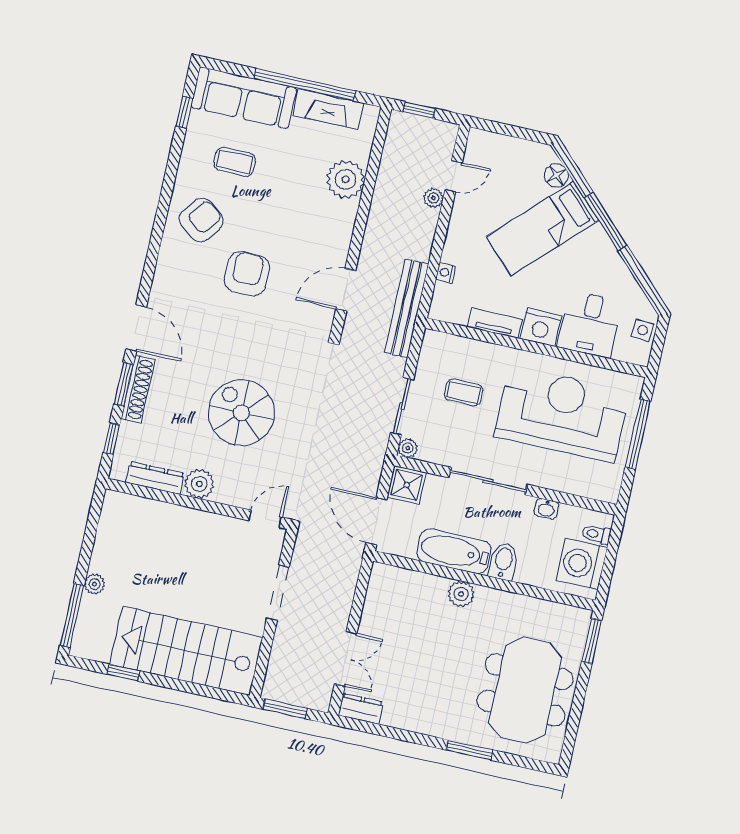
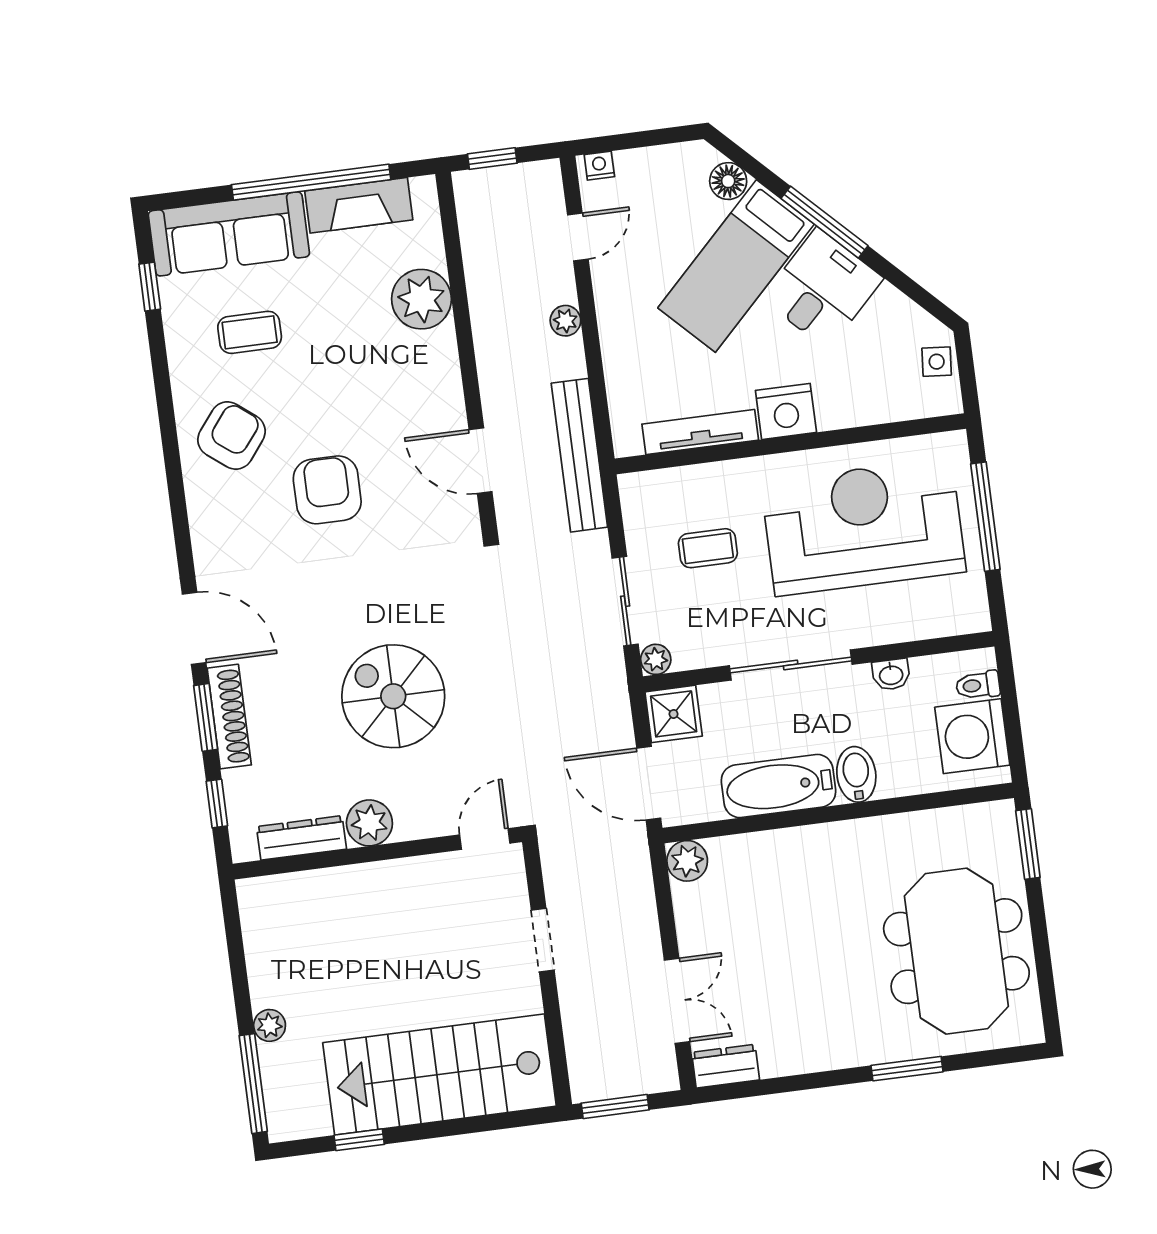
plant: (433, 198) -> (565, 321), moved
nightstand: (446, 273) -> (599, 166), moved, turned 90
door: (346, 290) -> (480, 461), hinge flipped
tv unit: (495, 323) -> (700, 432), width x1.41
desk: (590, 324) -> (822, 289), moved, turned -135
doorway: (278, 593) -> (543, 940), width x0.73
plant: (461, 594) -> (687, 861), moved

